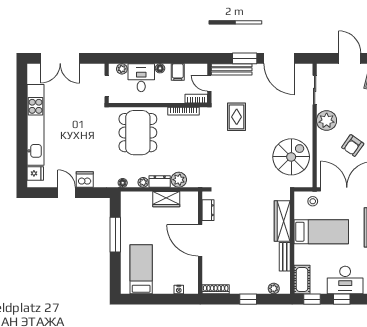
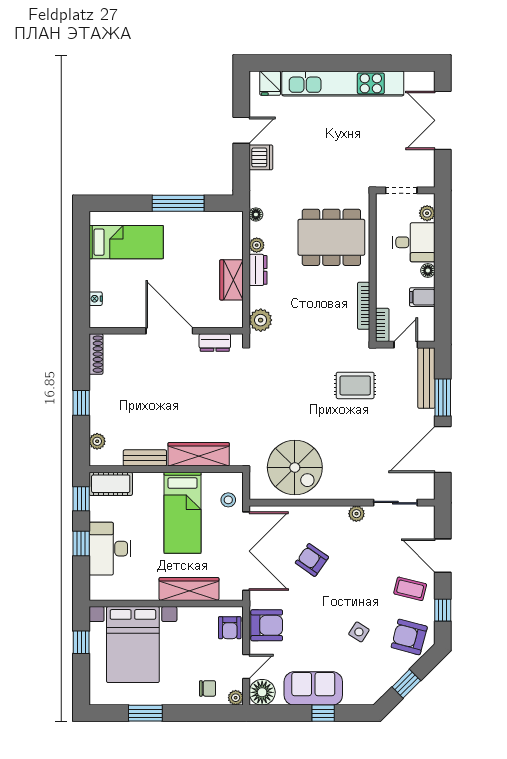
door: (350, 58) -> (443, 556), swing flipped
plant: (327, 121) -> (356, 514), width x0.53, depth x0.53
plant: (179, 180) -> (261, 320), moved
door: (200, 240) -> (169, 331), hinge flipped

